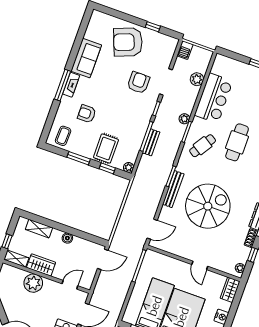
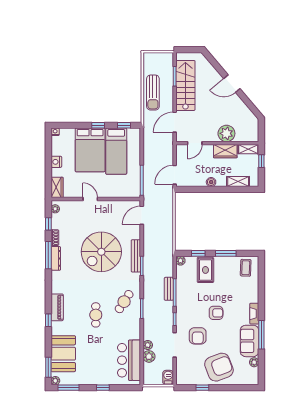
plant: (89, 34) -> (254, 362), added
window: (63, 85) -> (261, 335), moved
bar counter: (214, 98) -> (129, 360), moved
armchair: (87, 114) -> (216, 313), moved
plant: (184, 119) -> (148, 345), moved
cafe table: (237, 142) -> (96, 315), width x0.73, depth x0.74

